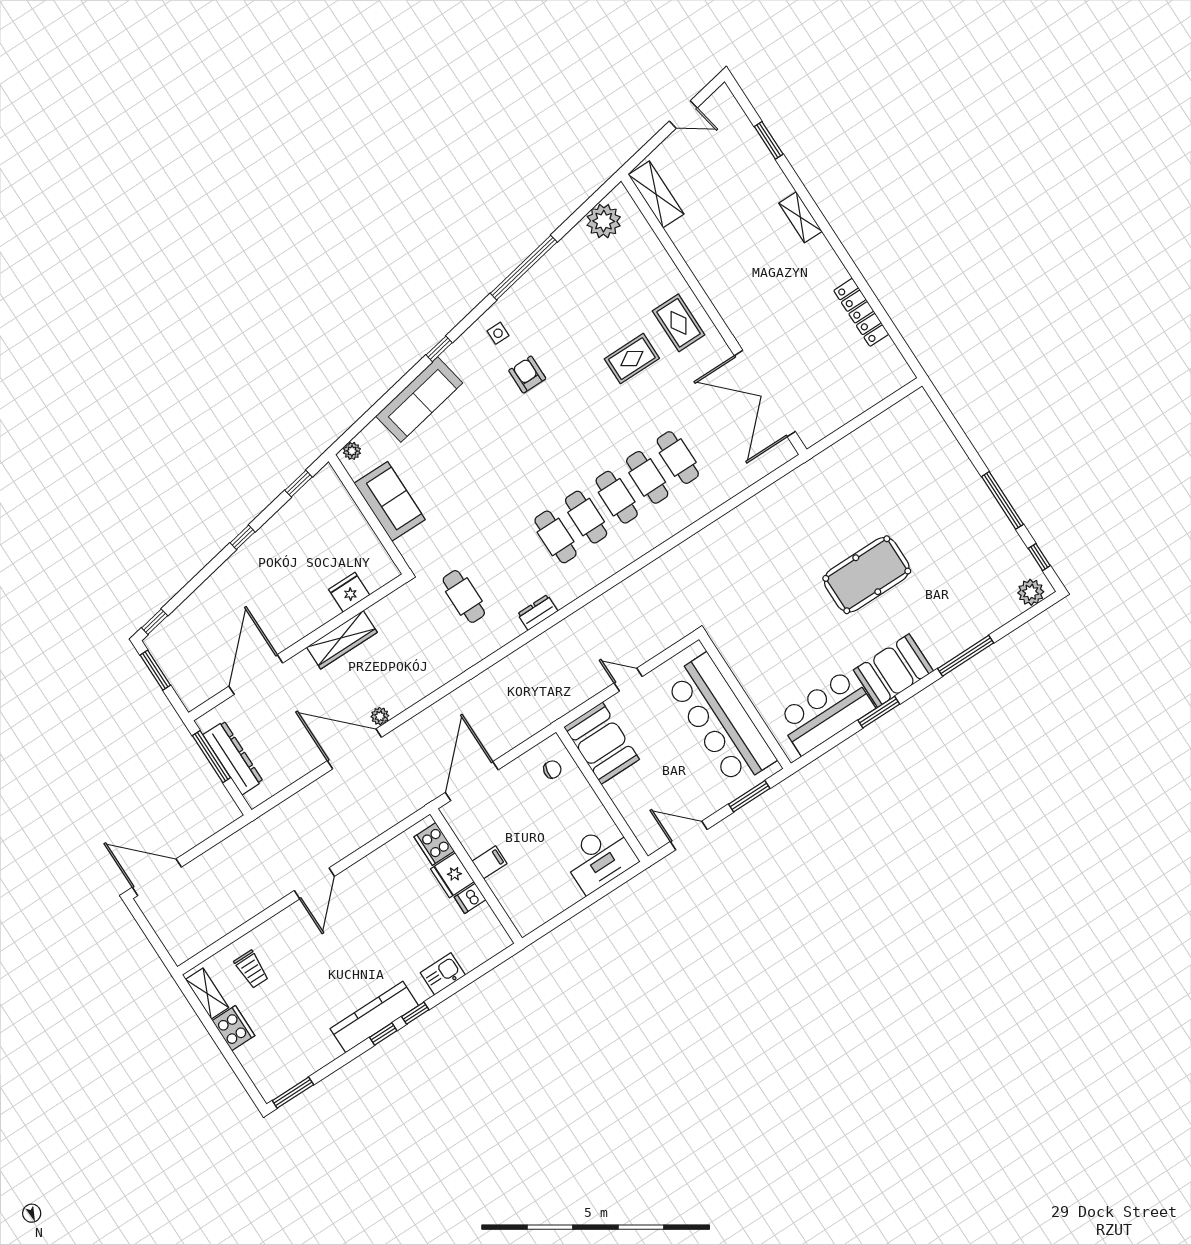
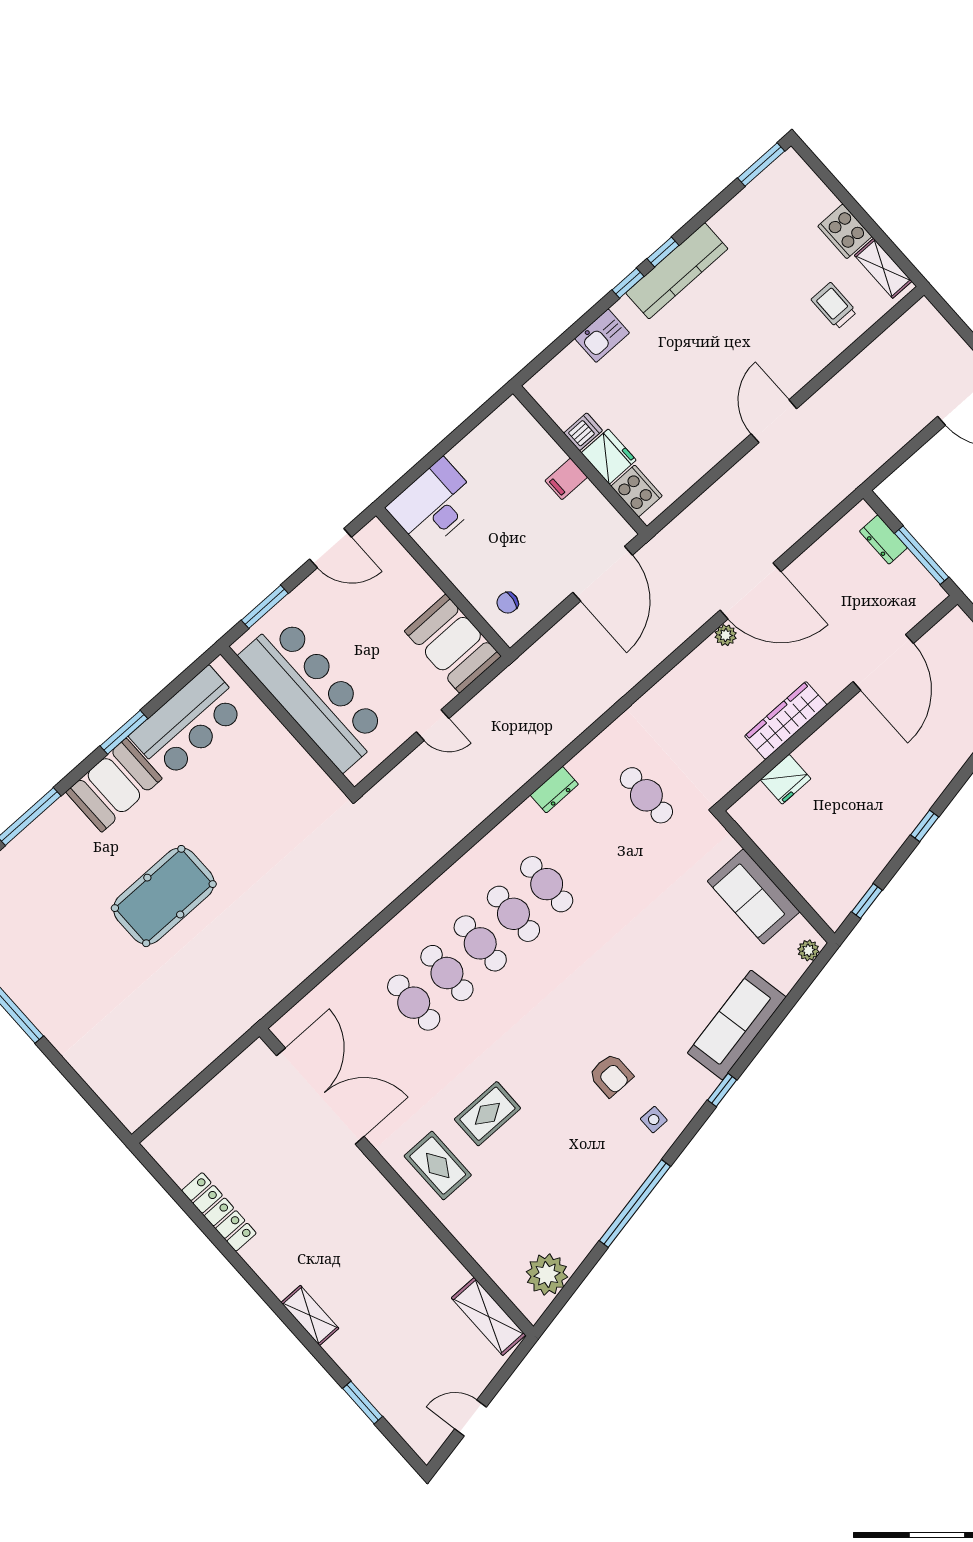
dresser: (233, 758) -> (883, 540), width x0.51, depth x0.80

